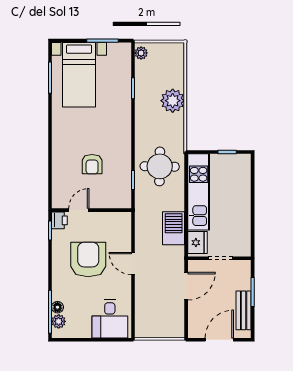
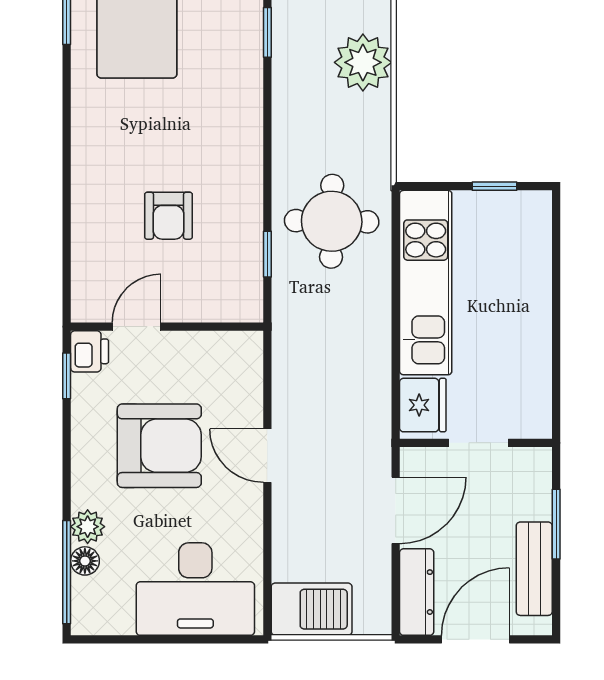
barbecue: (174, 228) -> (312, 609), moved, turned 90
armchair: (88, 259) -> (159, 446), turned 90
desk: (110, 319) -> (195, 589), width x1.37
dresser: (195, 320) -> (417, 592), added
plant: (59, 321) -> (88, 527), moved

